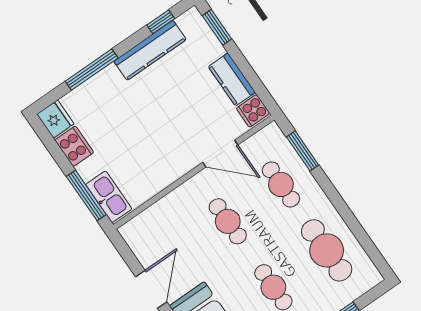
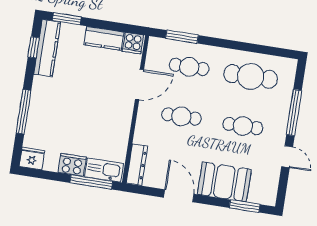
kitchen counter: (150, 50) -> (47, 48), moved
cooker: (74, 146) -> (72, 165), moved
dresser: (143, 223) -> (137, 165), added

